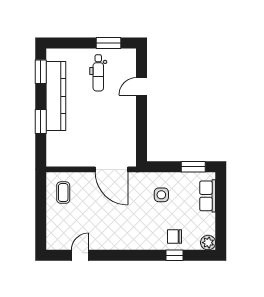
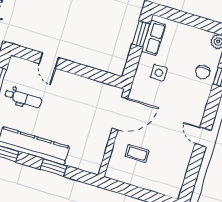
coffee table: (63, 193) -> (137, 153), moved
row of seats: (208, 196) -> (154, 38), moved, turned -90
door: (80, 255) -> (203, 137), moved

